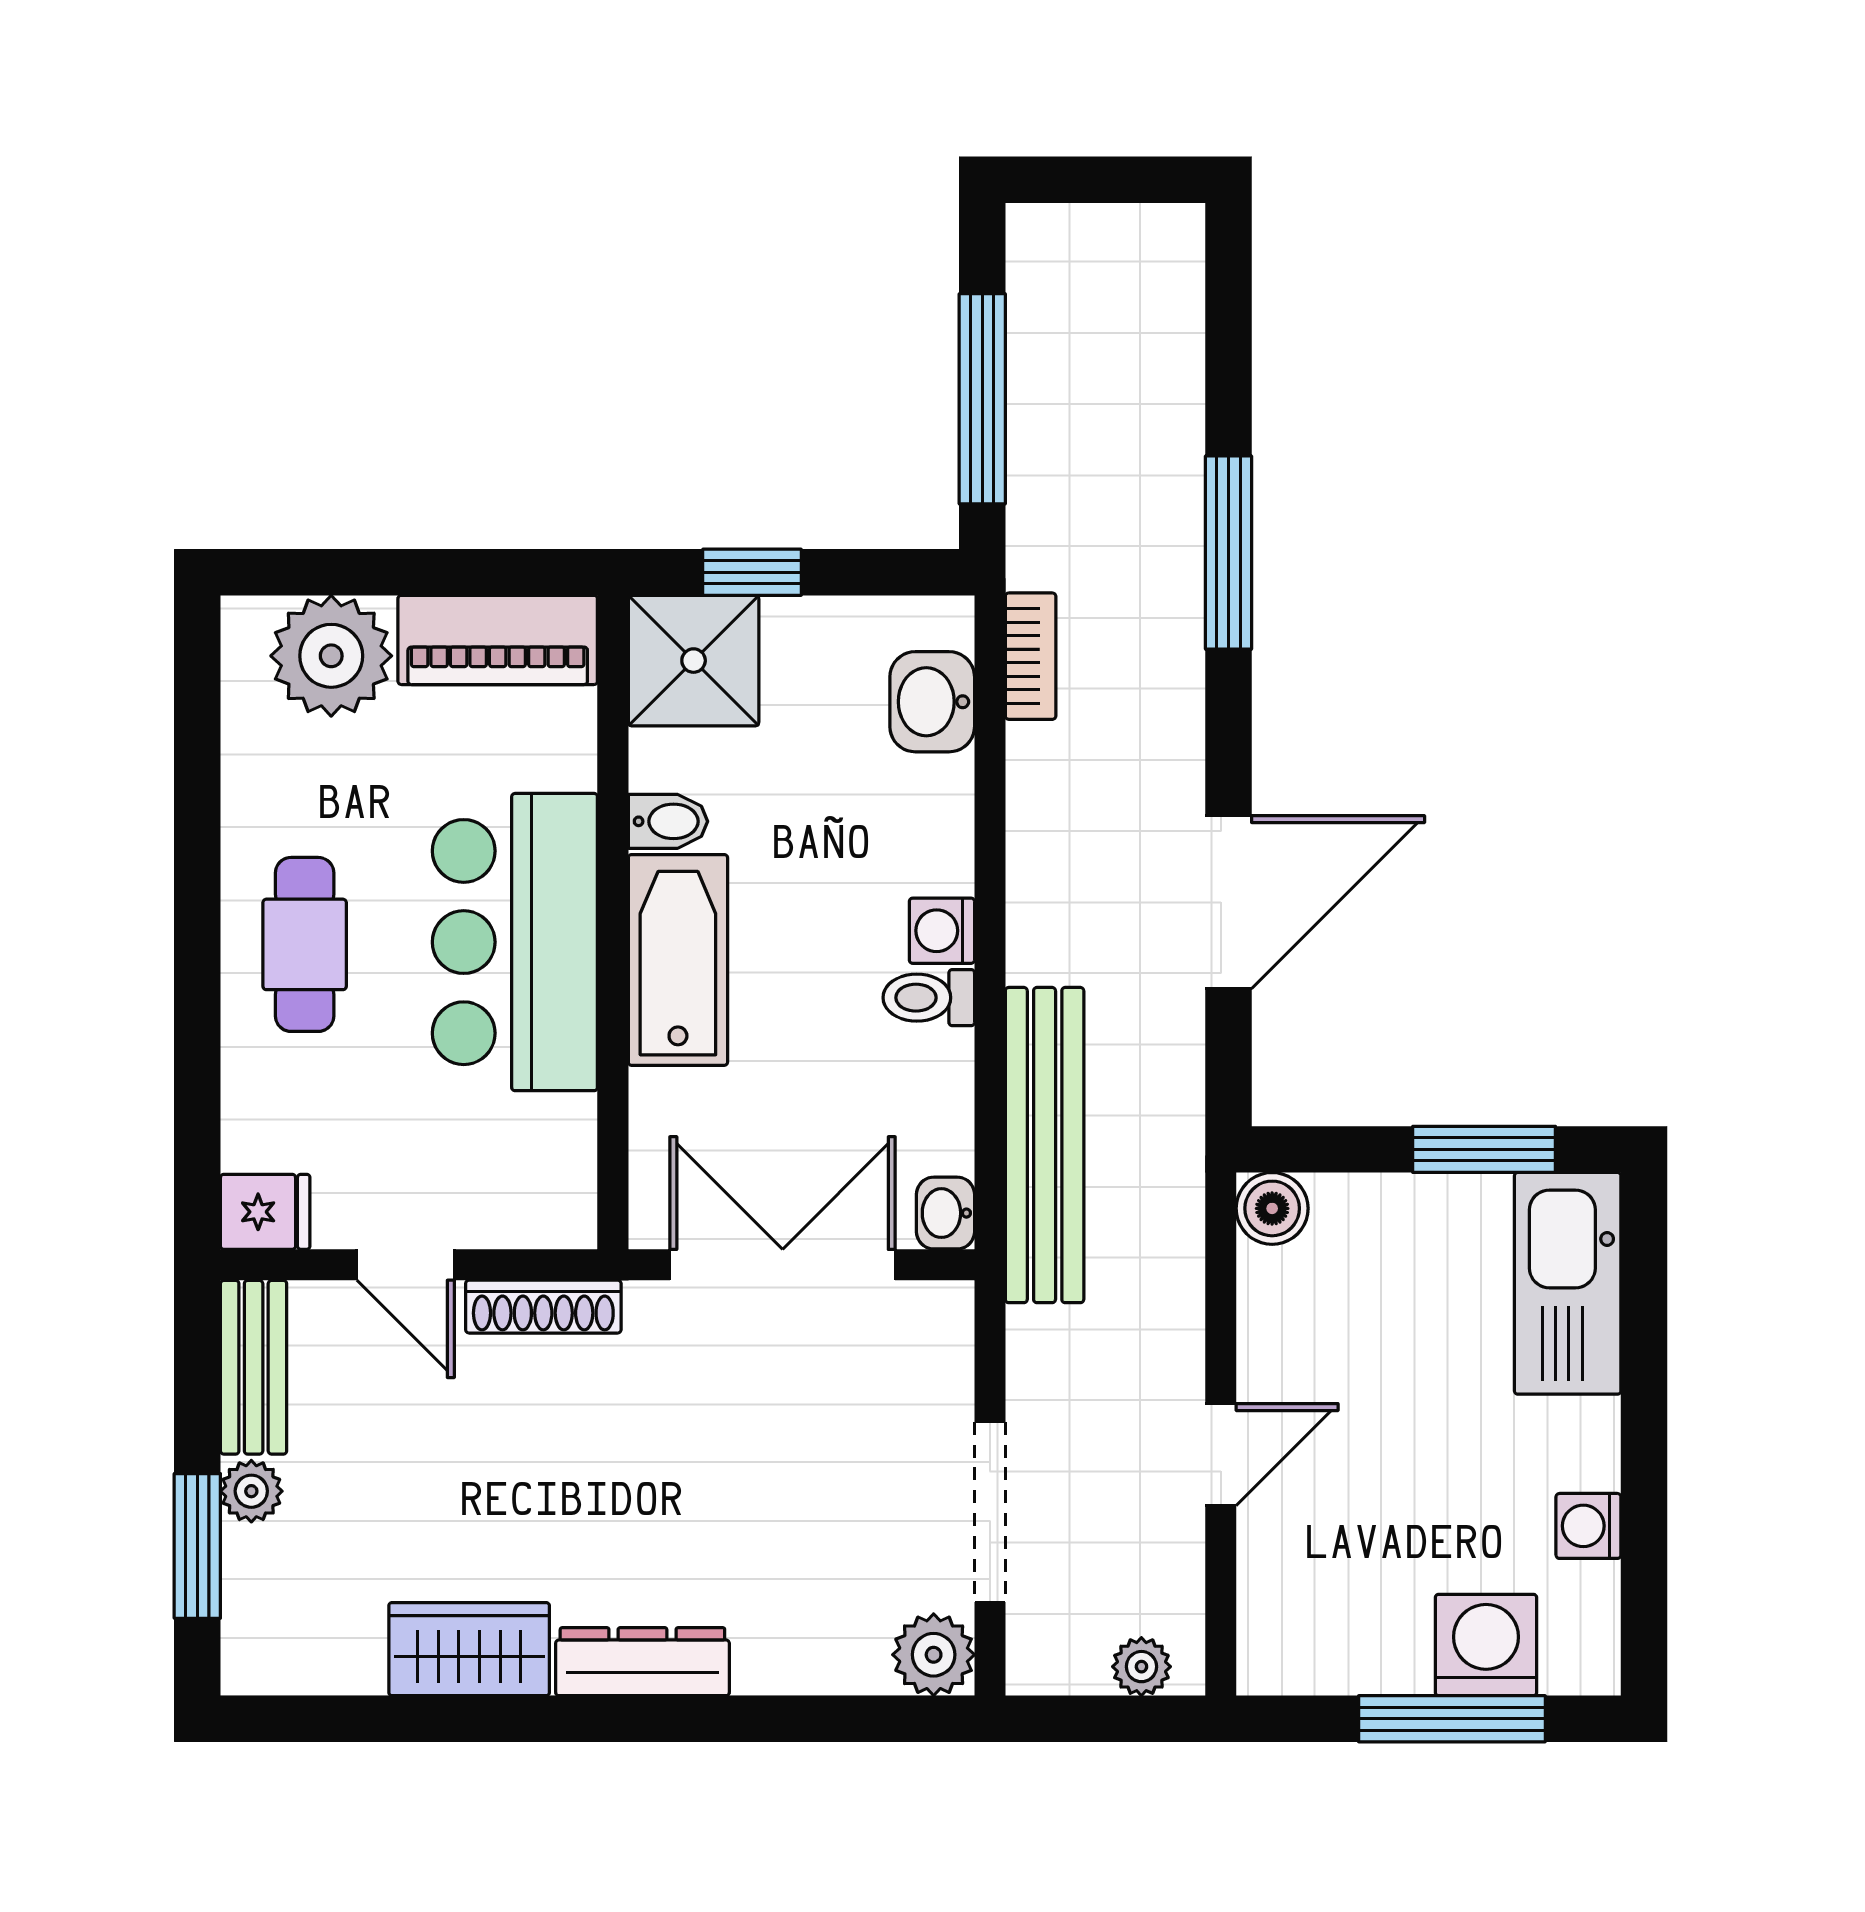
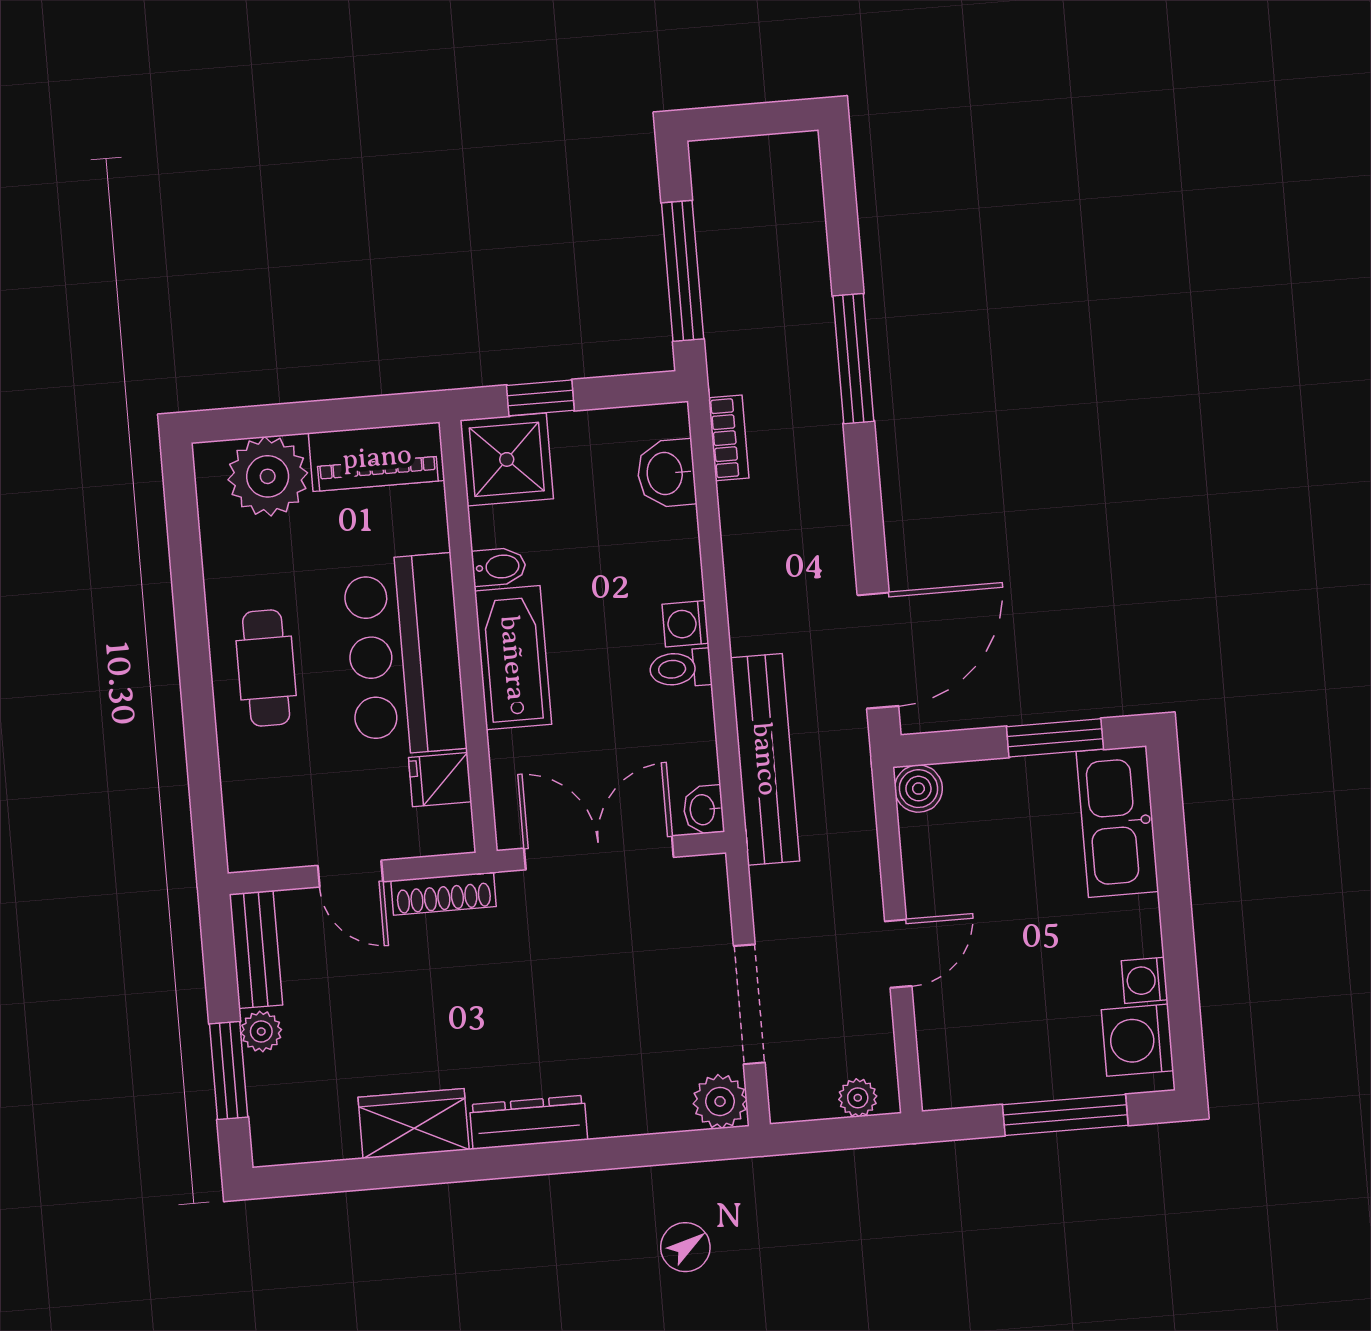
door: (1228, 902) -> (878, 651), moved
fridge: (265, 1212) -> (440, 780), moved, turned 180
washing machine: (1486, 1645) -> (1138, 1040), moved, turned -90

